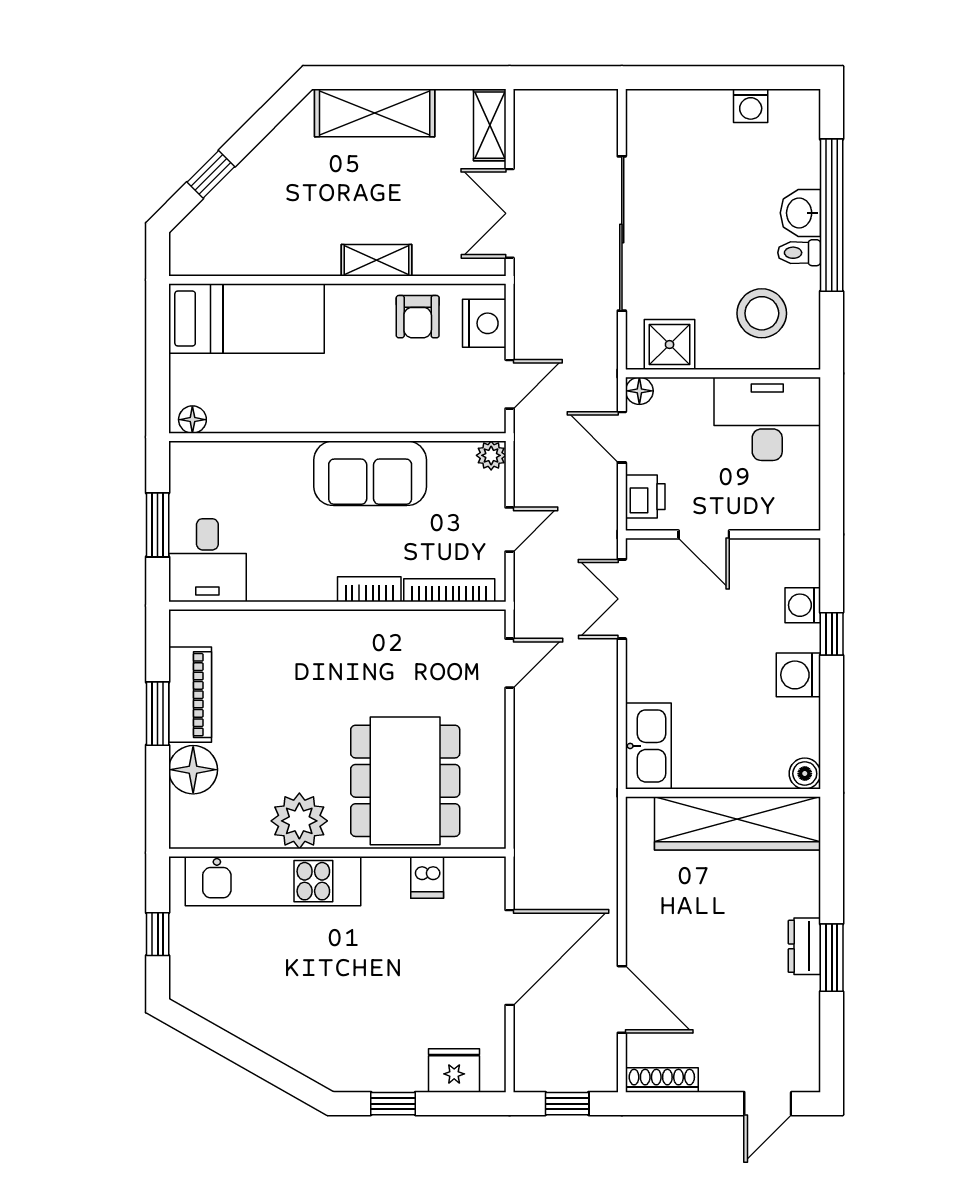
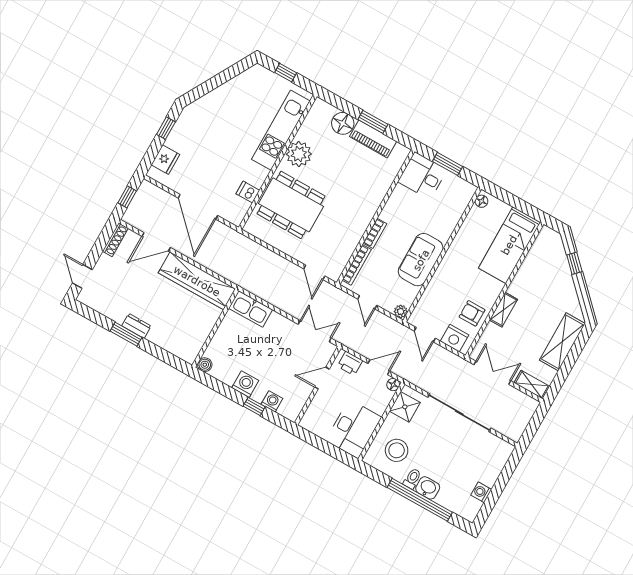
wardrobe: (737, 823) -> (197, 281), moved, turned -90

